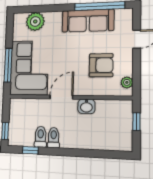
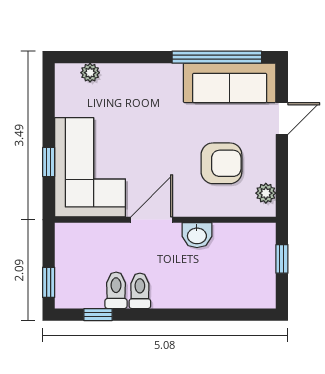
plant: (35, 21) -> (90, 73), width x0.53, depth x0.53
sofa: (88, 21) -> (230, 83), moved
window: (8, 65) -> (49, 162), width x0.46

